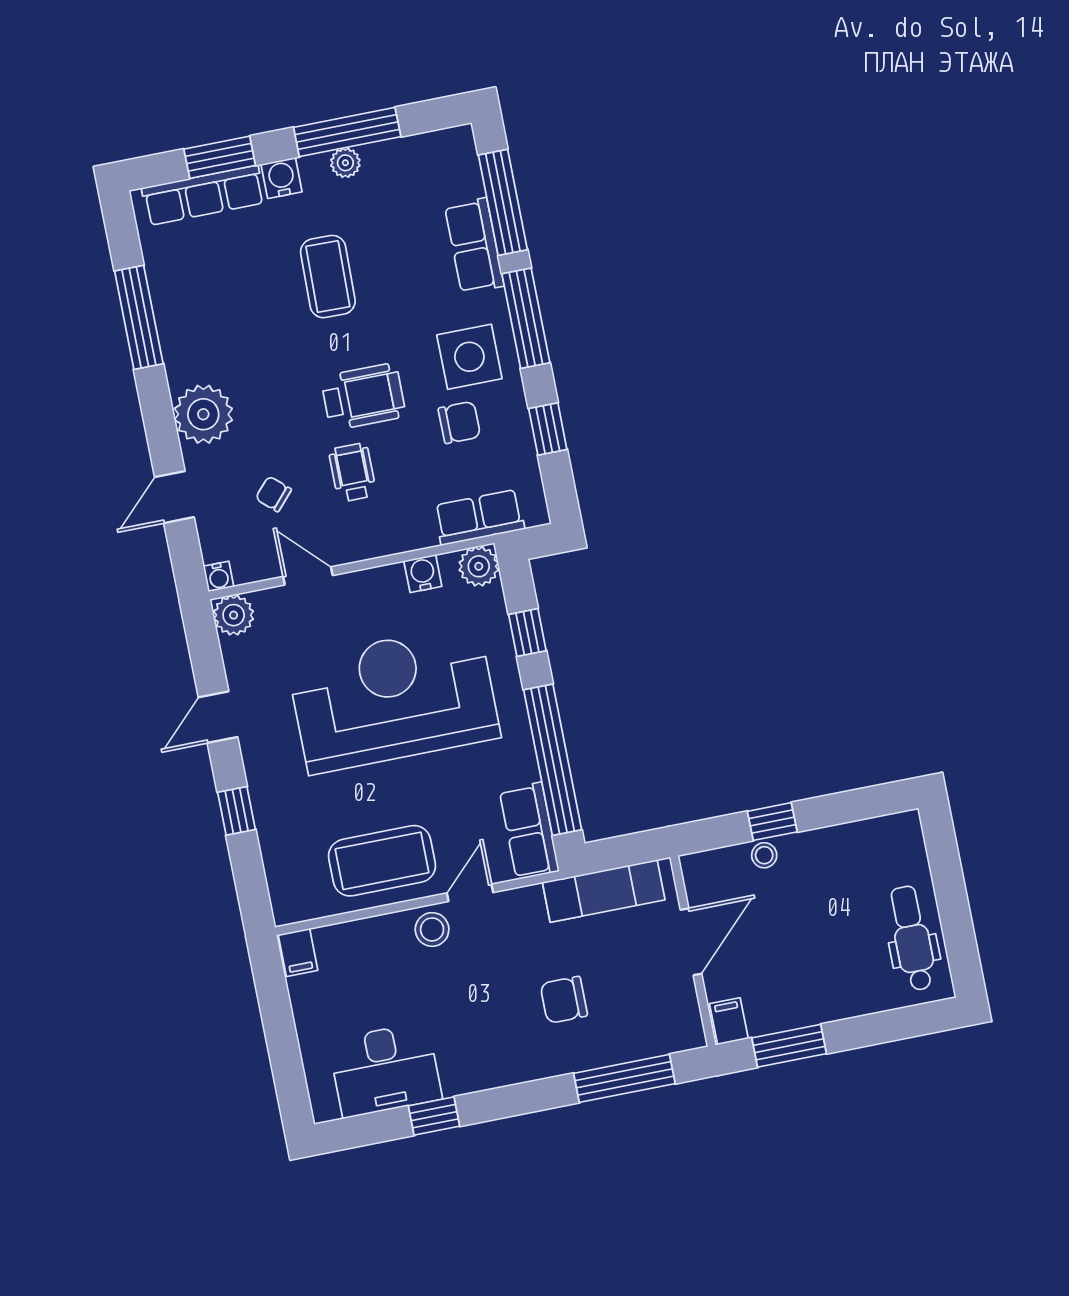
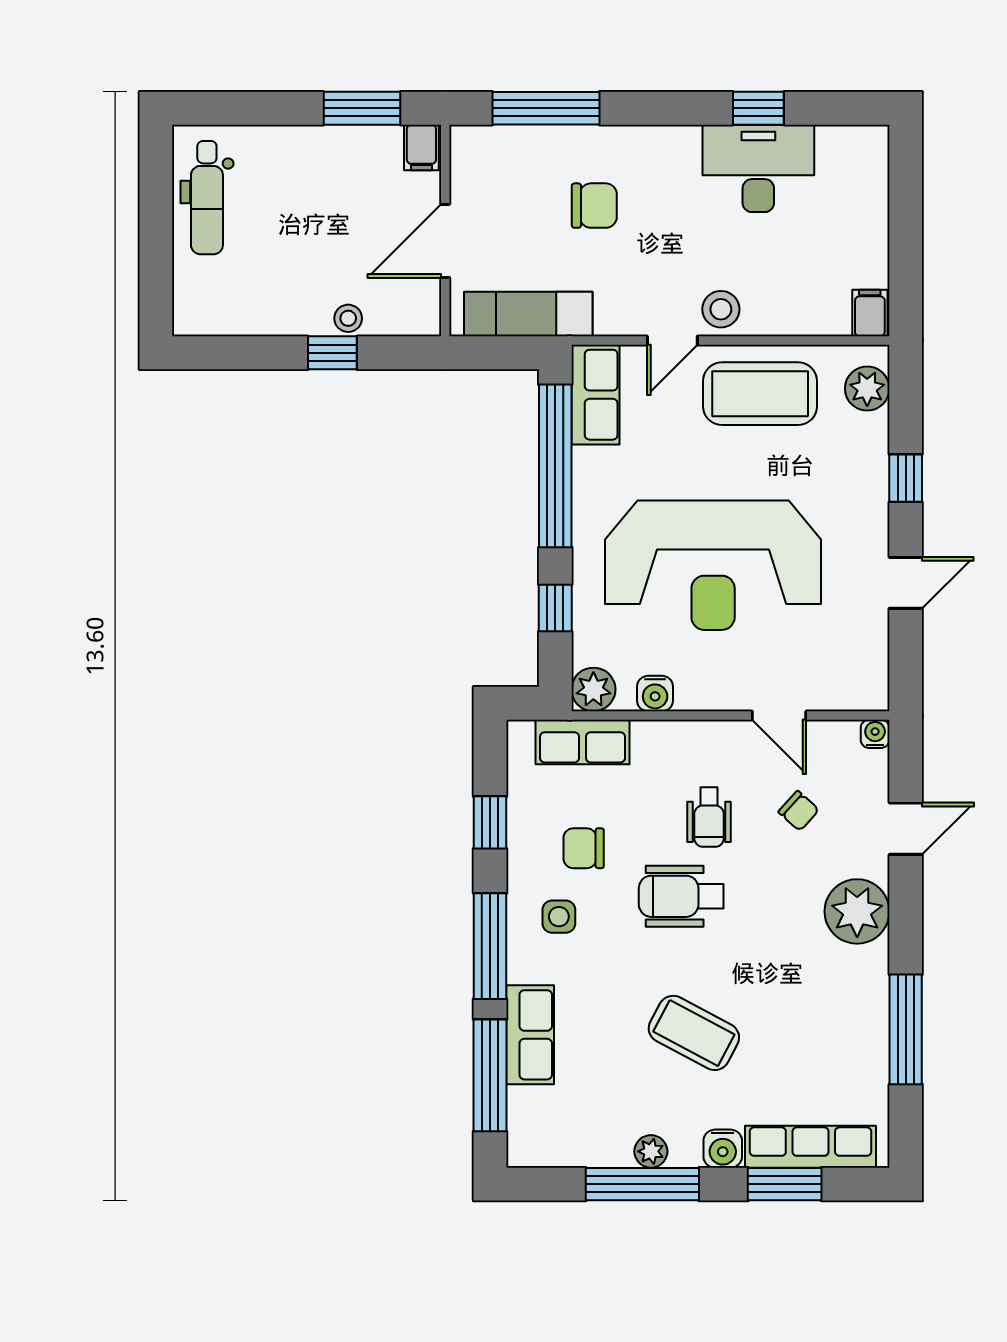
coffee table: (328, 277) -> (694, 1033), turned -63
side table: (469, 357) -> (559, 917), width x0.54, depth x0.54
plant: (234, 615) -> (867, 389), moved
desk: (385, 1070) -> (758, 168), moved

